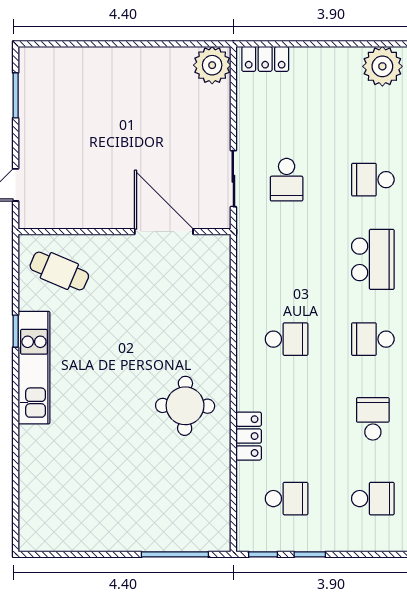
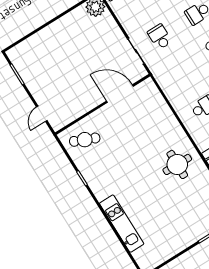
school desk: (287, 180) -> (160, 37), turned 180
kitchen unit: (34, 368) -> (122, 224), moved

